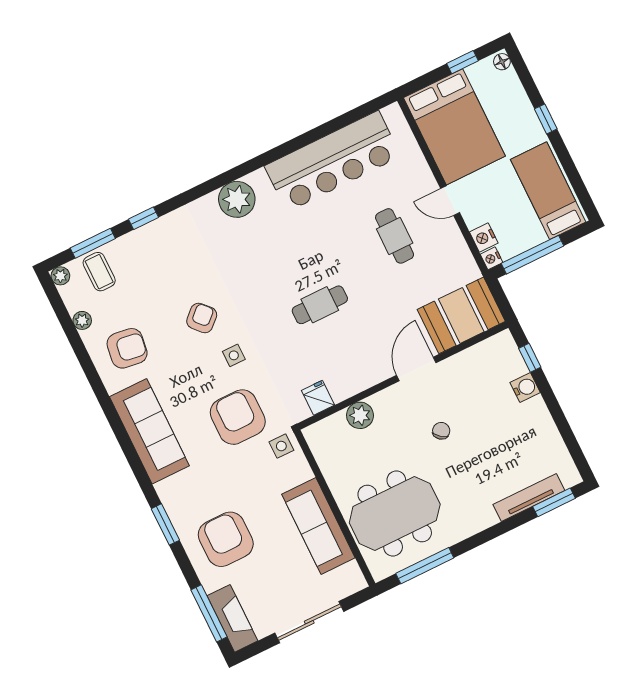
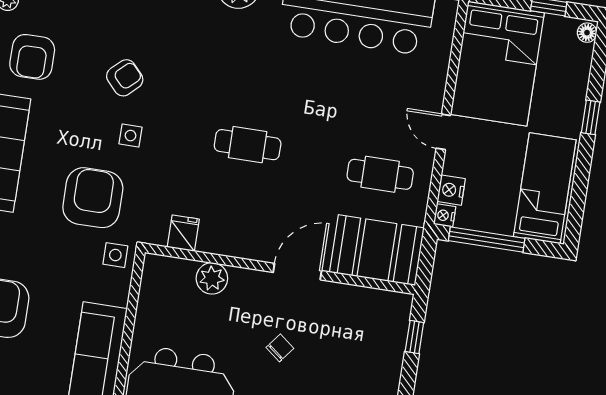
cafe table: (395, 236) -> (380, 174), moved, turned 90
armchair: (127, 348) -> (32, 57), turned 82
water cooler: (525, 388) -> (390, 363), removed

